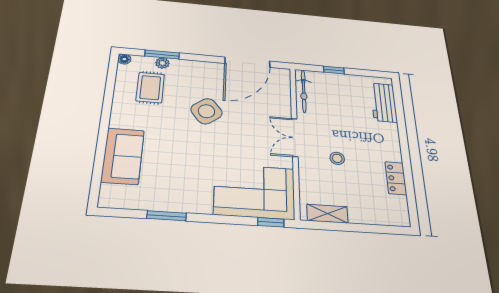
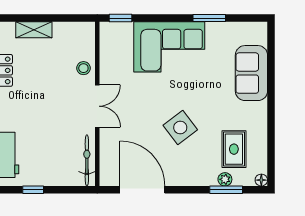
door: (247, 62) -> (142, 190), hinge flipped
window: (334, 70) -> (33, 190), moved
stool: (337, 158) -> (83, 68), moved
corner sofa: (255, 191) -> (169, 47), moved
shelving: (327, 214) -> (34, 30), moved

